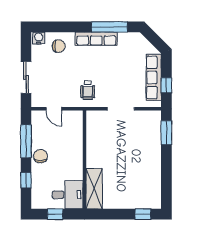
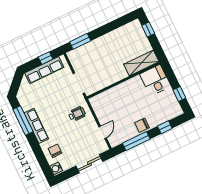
wall: (84, 160) -> (123, 80), moved
shelving: (94, 189) -> (141, 63), moved
desk: (68, 195) -> (155, 80), moved

